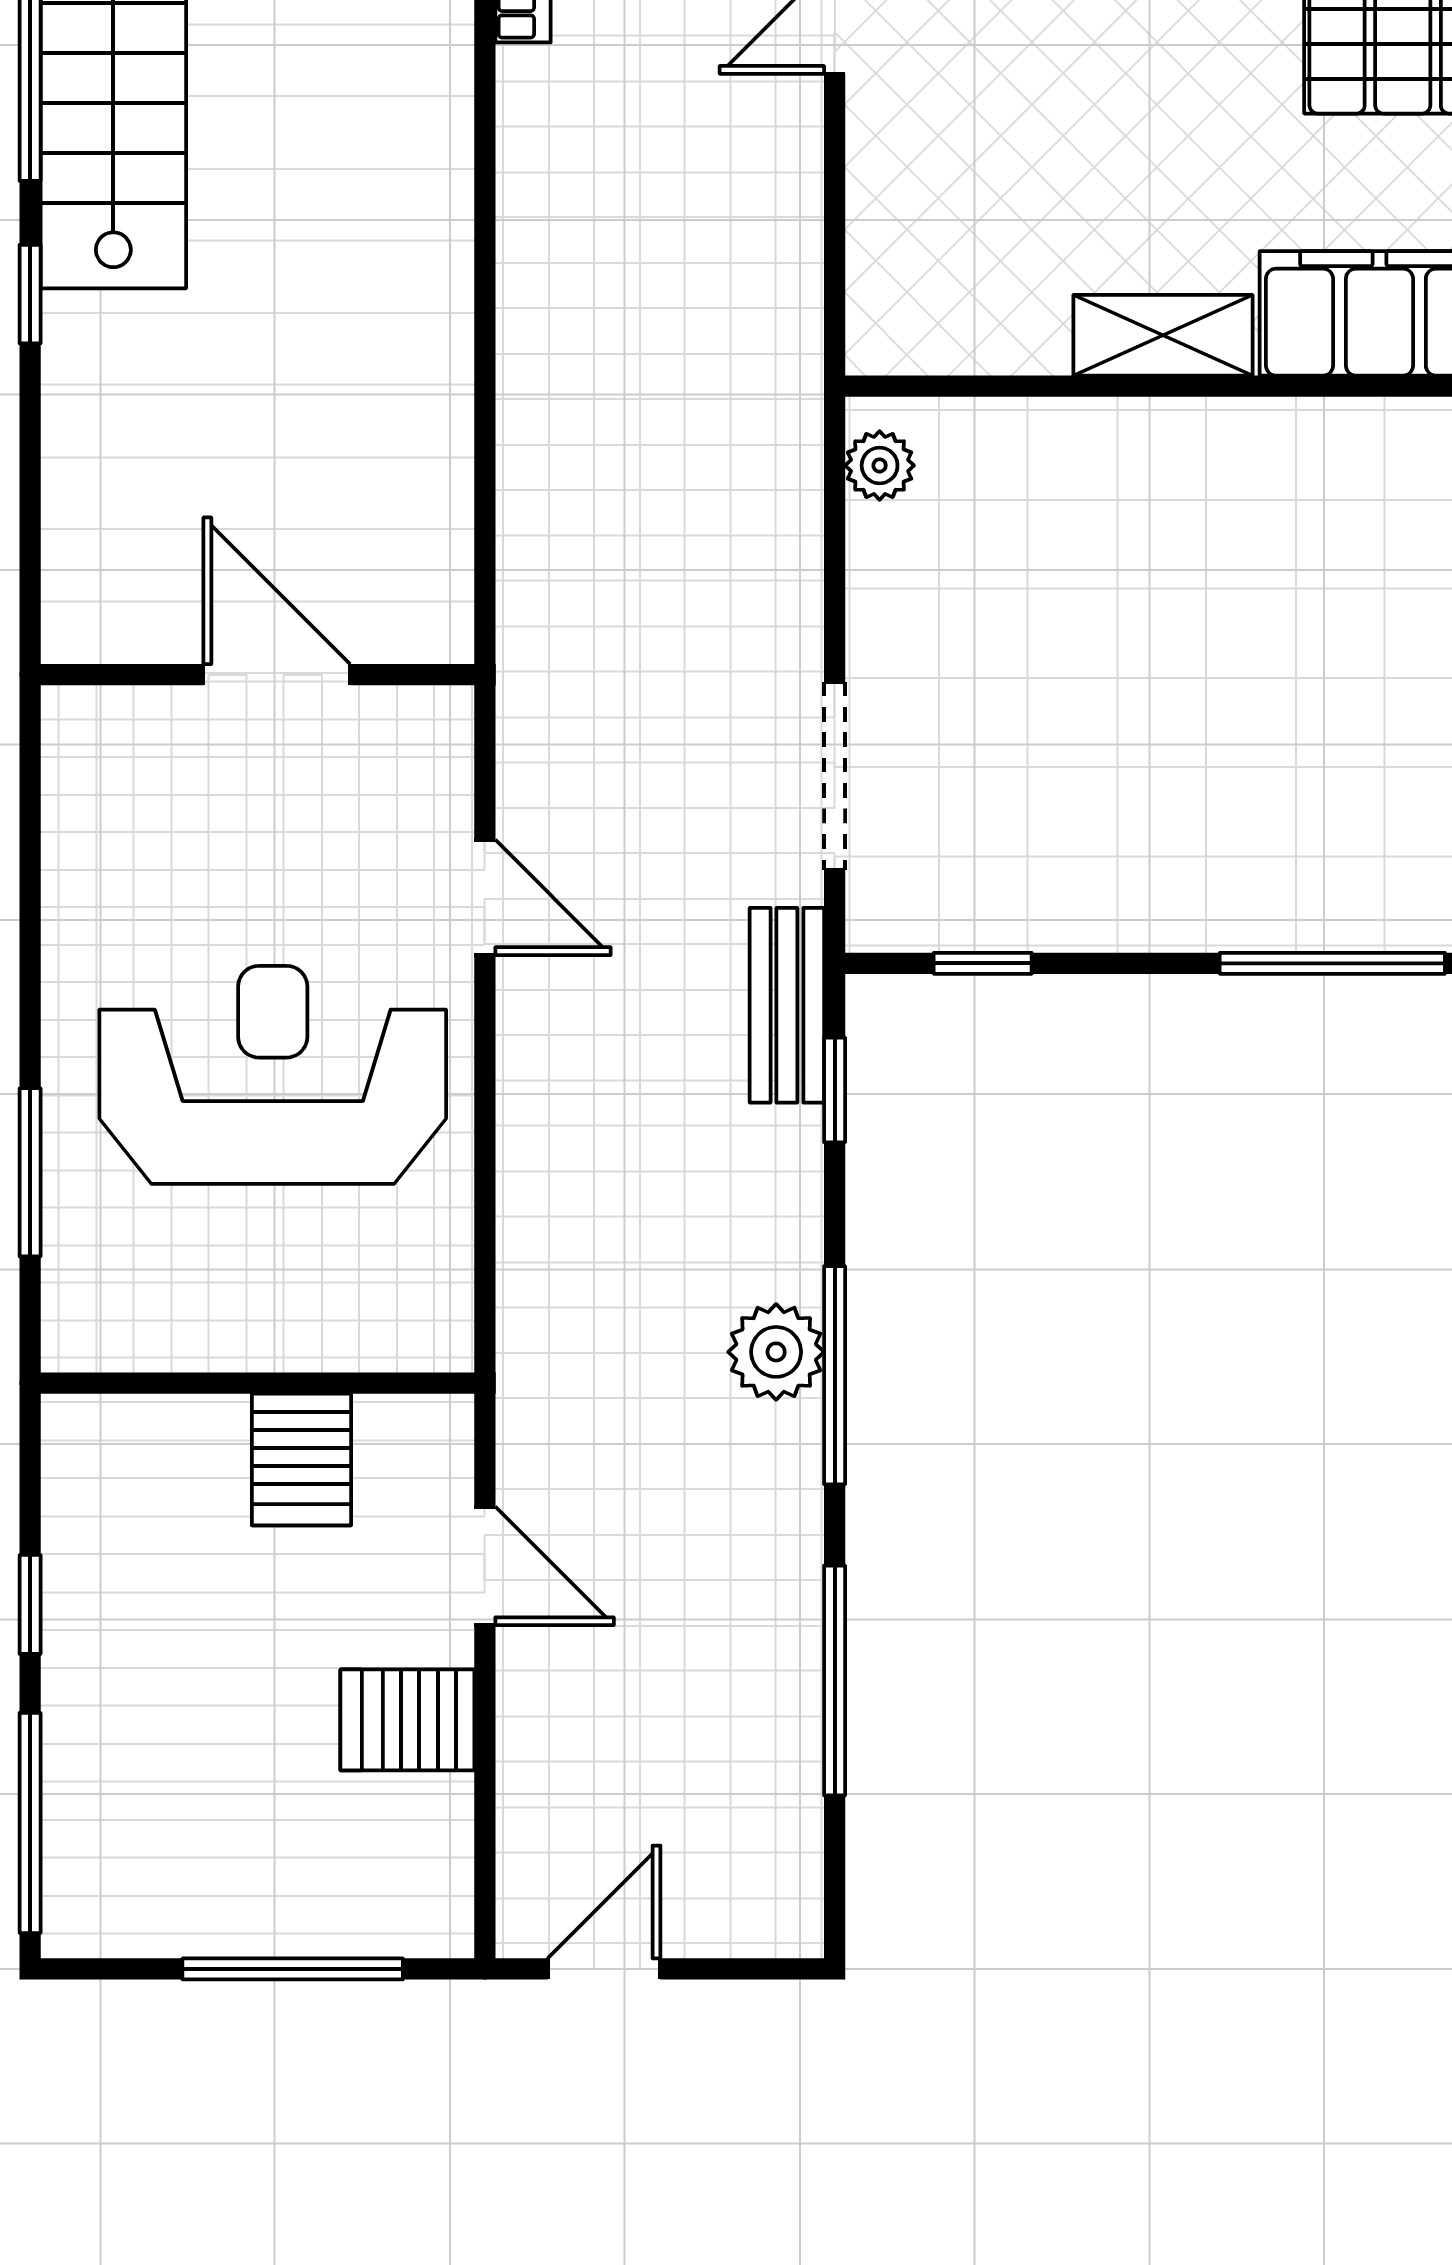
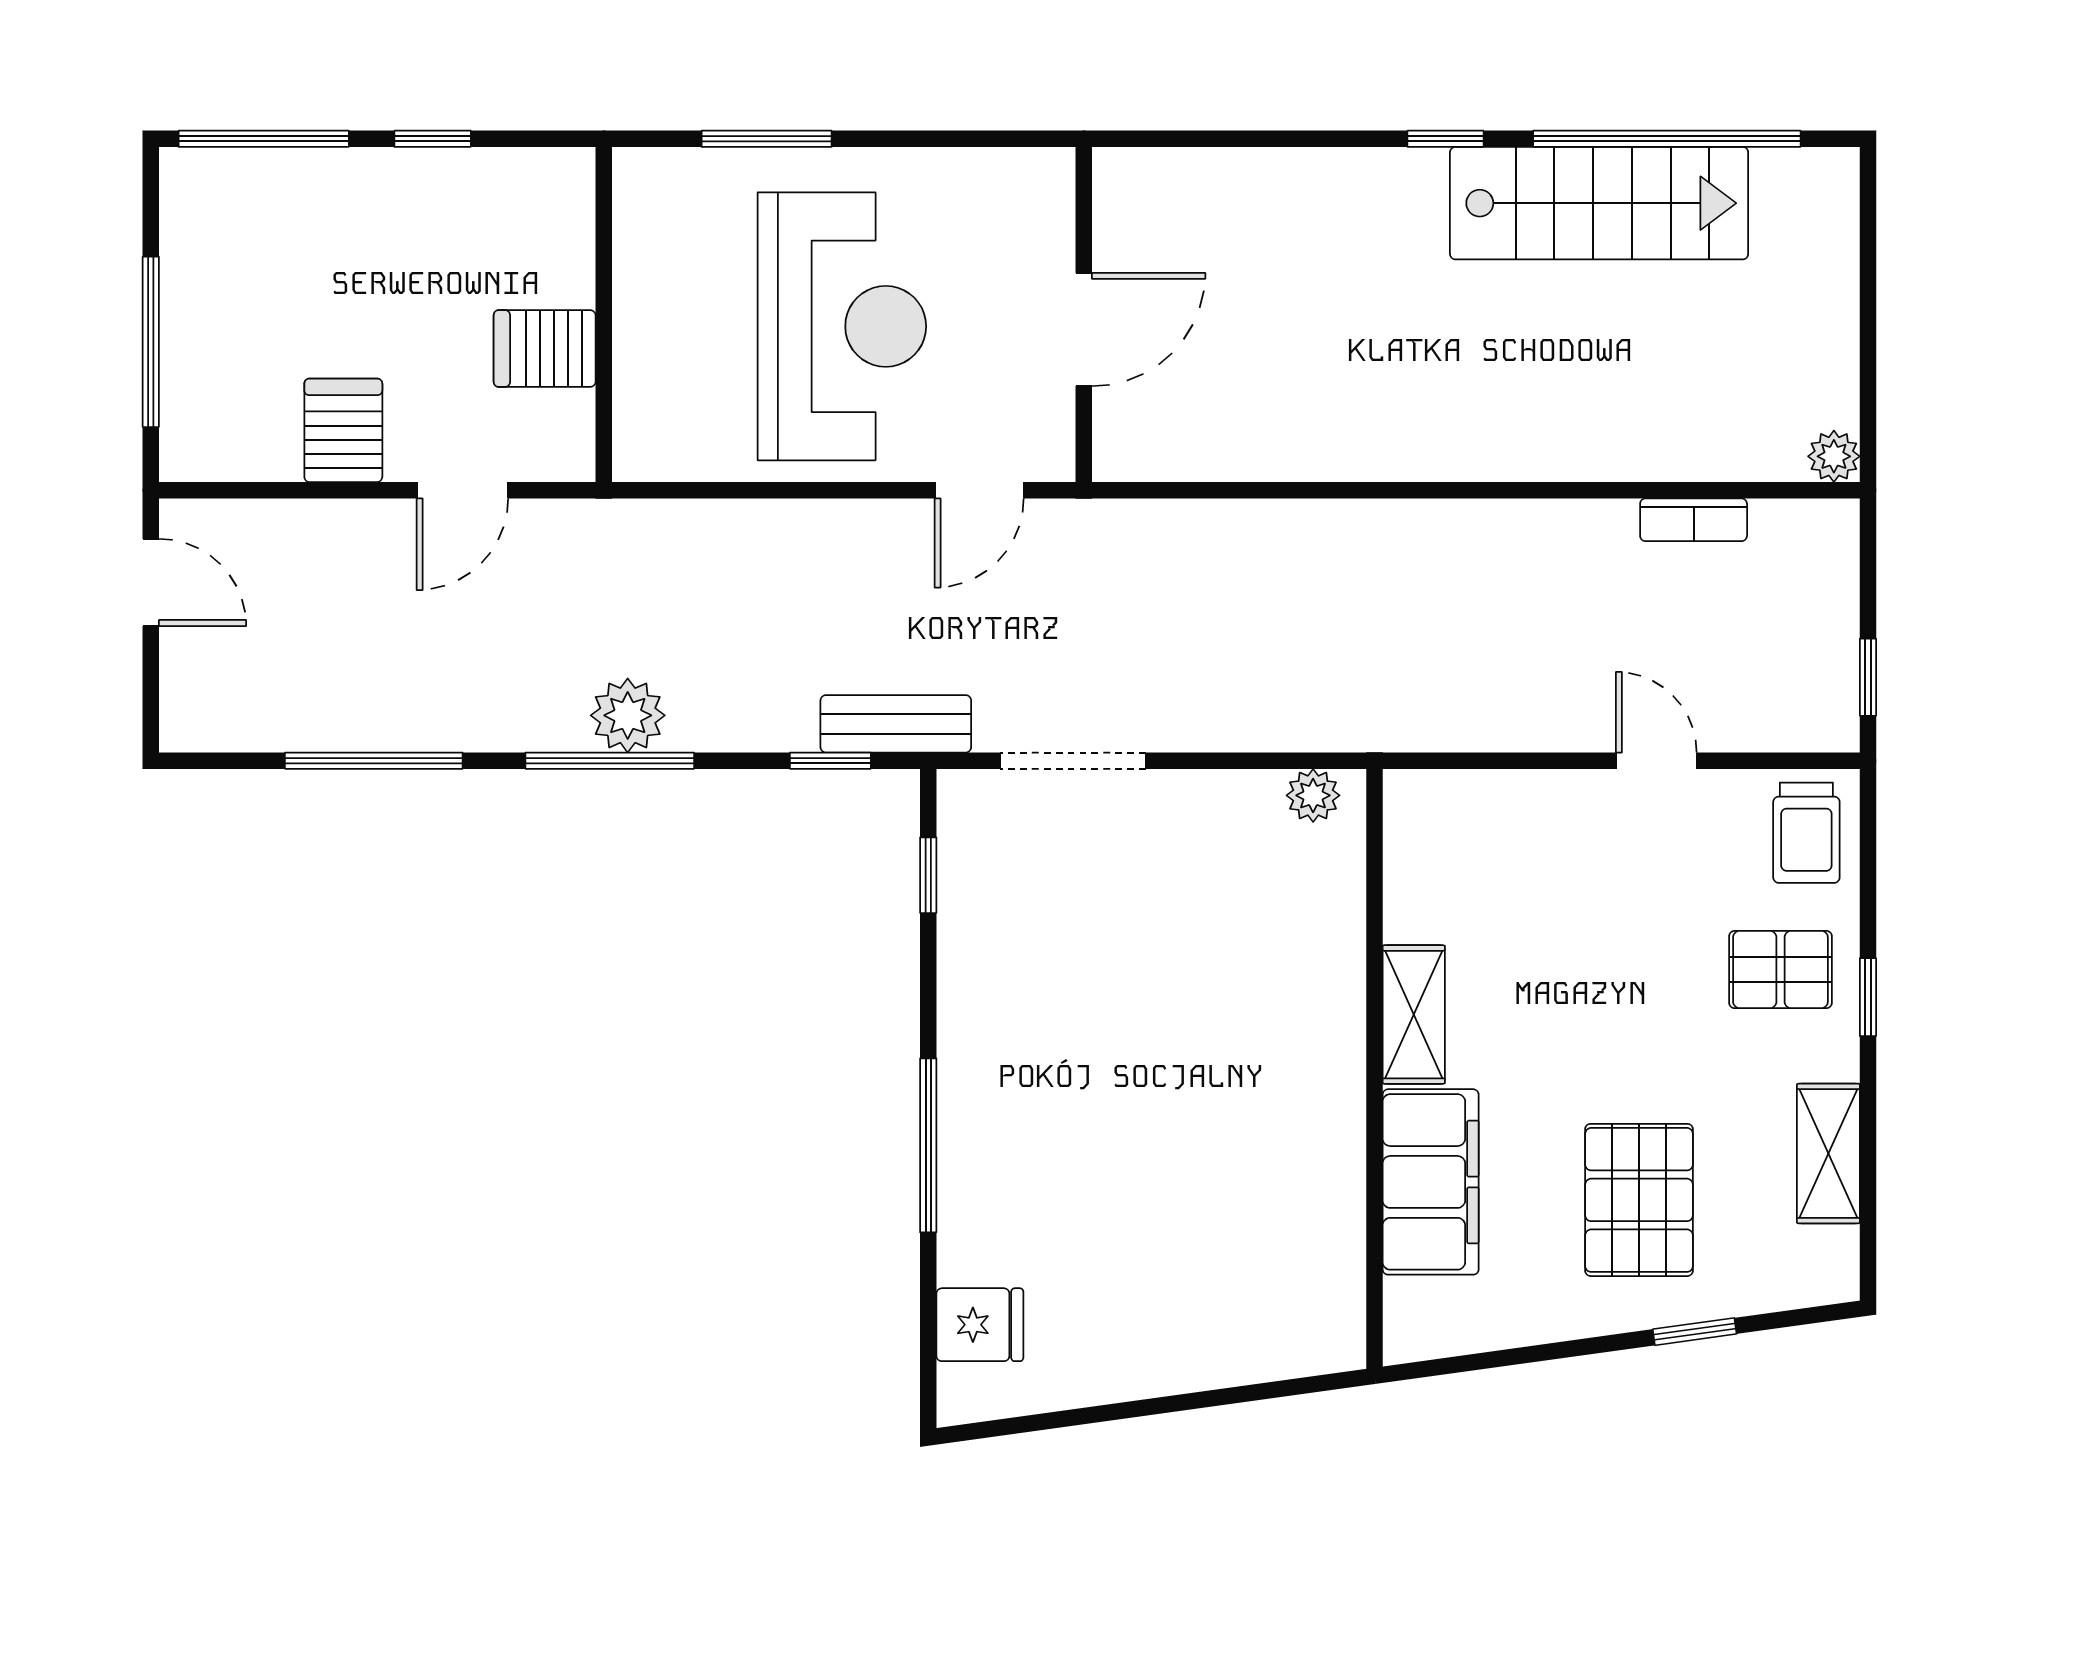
wall: (257, 675) -> (1084, 315), moved
door: (277, 675) -> (1084, 330), moved

